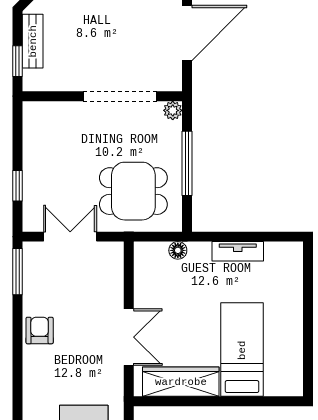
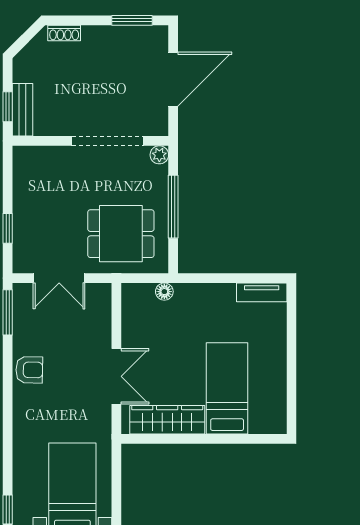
bench: (33, 41) -> (22, 110), moved
double door: (70, 237) -> (59, 278), swing flipped
tv unit: (238, 251) -> (262, 292), moved
armchair: (40, 330) -> (29, 370), turned 91

